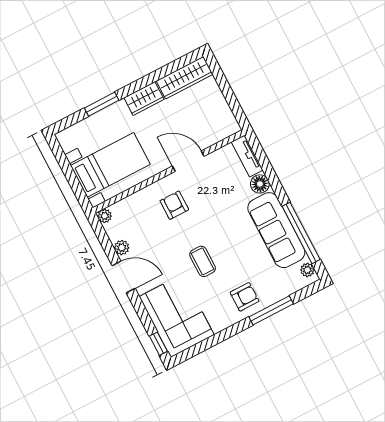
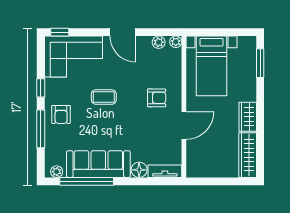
window: (102, 104) -> (260, 63), moved
plant: (122, 248) -> (159, 42), moved
door: (124, 277) -> (123, 32), hinge flipped
window: (228, 333) -> (41, 88), added

